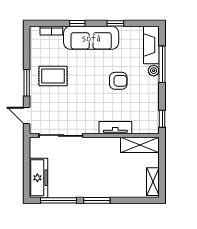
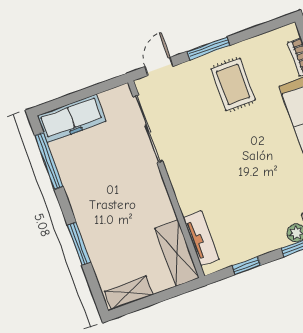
armchair: (118, 81) -> (262, 186), removed
window: (162, 119) -> (246, 266), moved
tv unit: (115, 128) -> (201, 238), moved
window: (97, 200) -> (79, 244), moved

